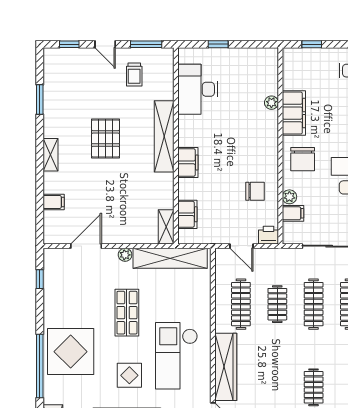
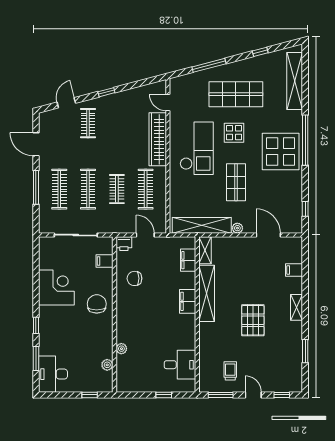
desk: (198, 89) -> (180, 365), width x0.73
filing cabinet: (294, 113) -> (104, 340), removed
shelving: (164, 136) -> (207, 293), moved
plant: (289, 197) -> (107, 365), moved
door: (86, 246) -> (268, 235), swing flipped

